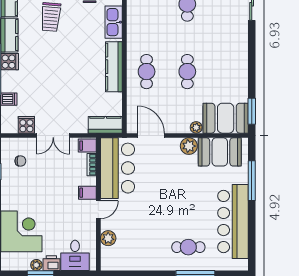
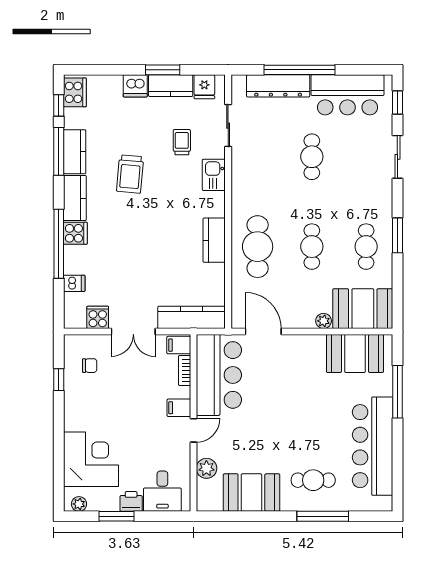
kitchen sink: (114, 22) -> (214, 175), width x0.73
kitchen counter: (114, 67) -> (214, 240), width x0.67
cafe table: (147, 72) -> (258, 247), width x1.37, depth x1.35
cafe table: (228, 72) -> (366, 247), added
window: (252, 111) -> (397, 235), moved
kitchen counter: (105, 125) -> (192, 317), width x1.50
plant: (189, 146) -> (314, 346), removed
booth: (142, 256) -> (251, 493), added
plant: (36, 265) -> (79, 504), moved

